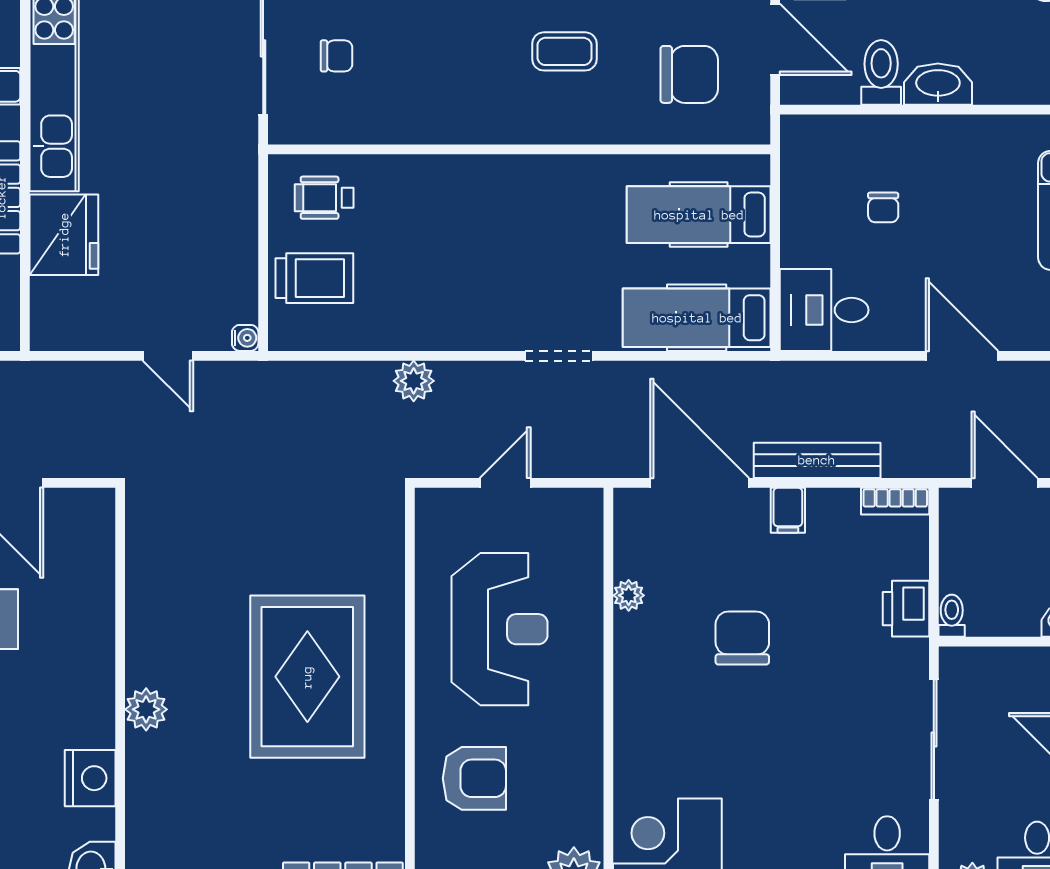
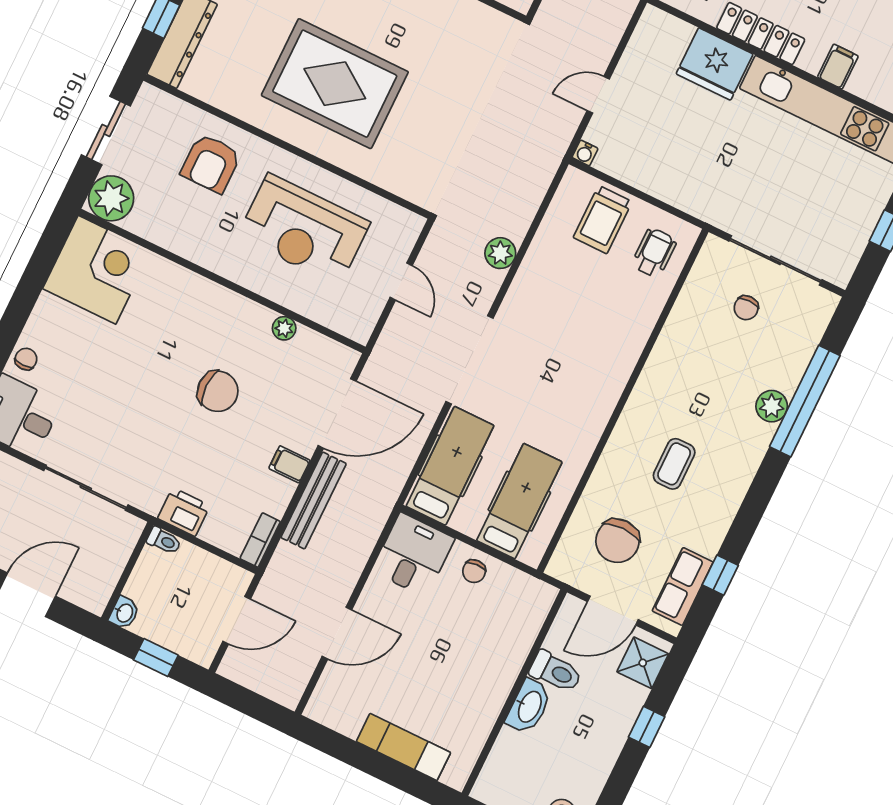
chair: (883, 207) -> (474, 571), moved, turned -93
doorway: (559, 356) -> (470, 360), width x1.88

